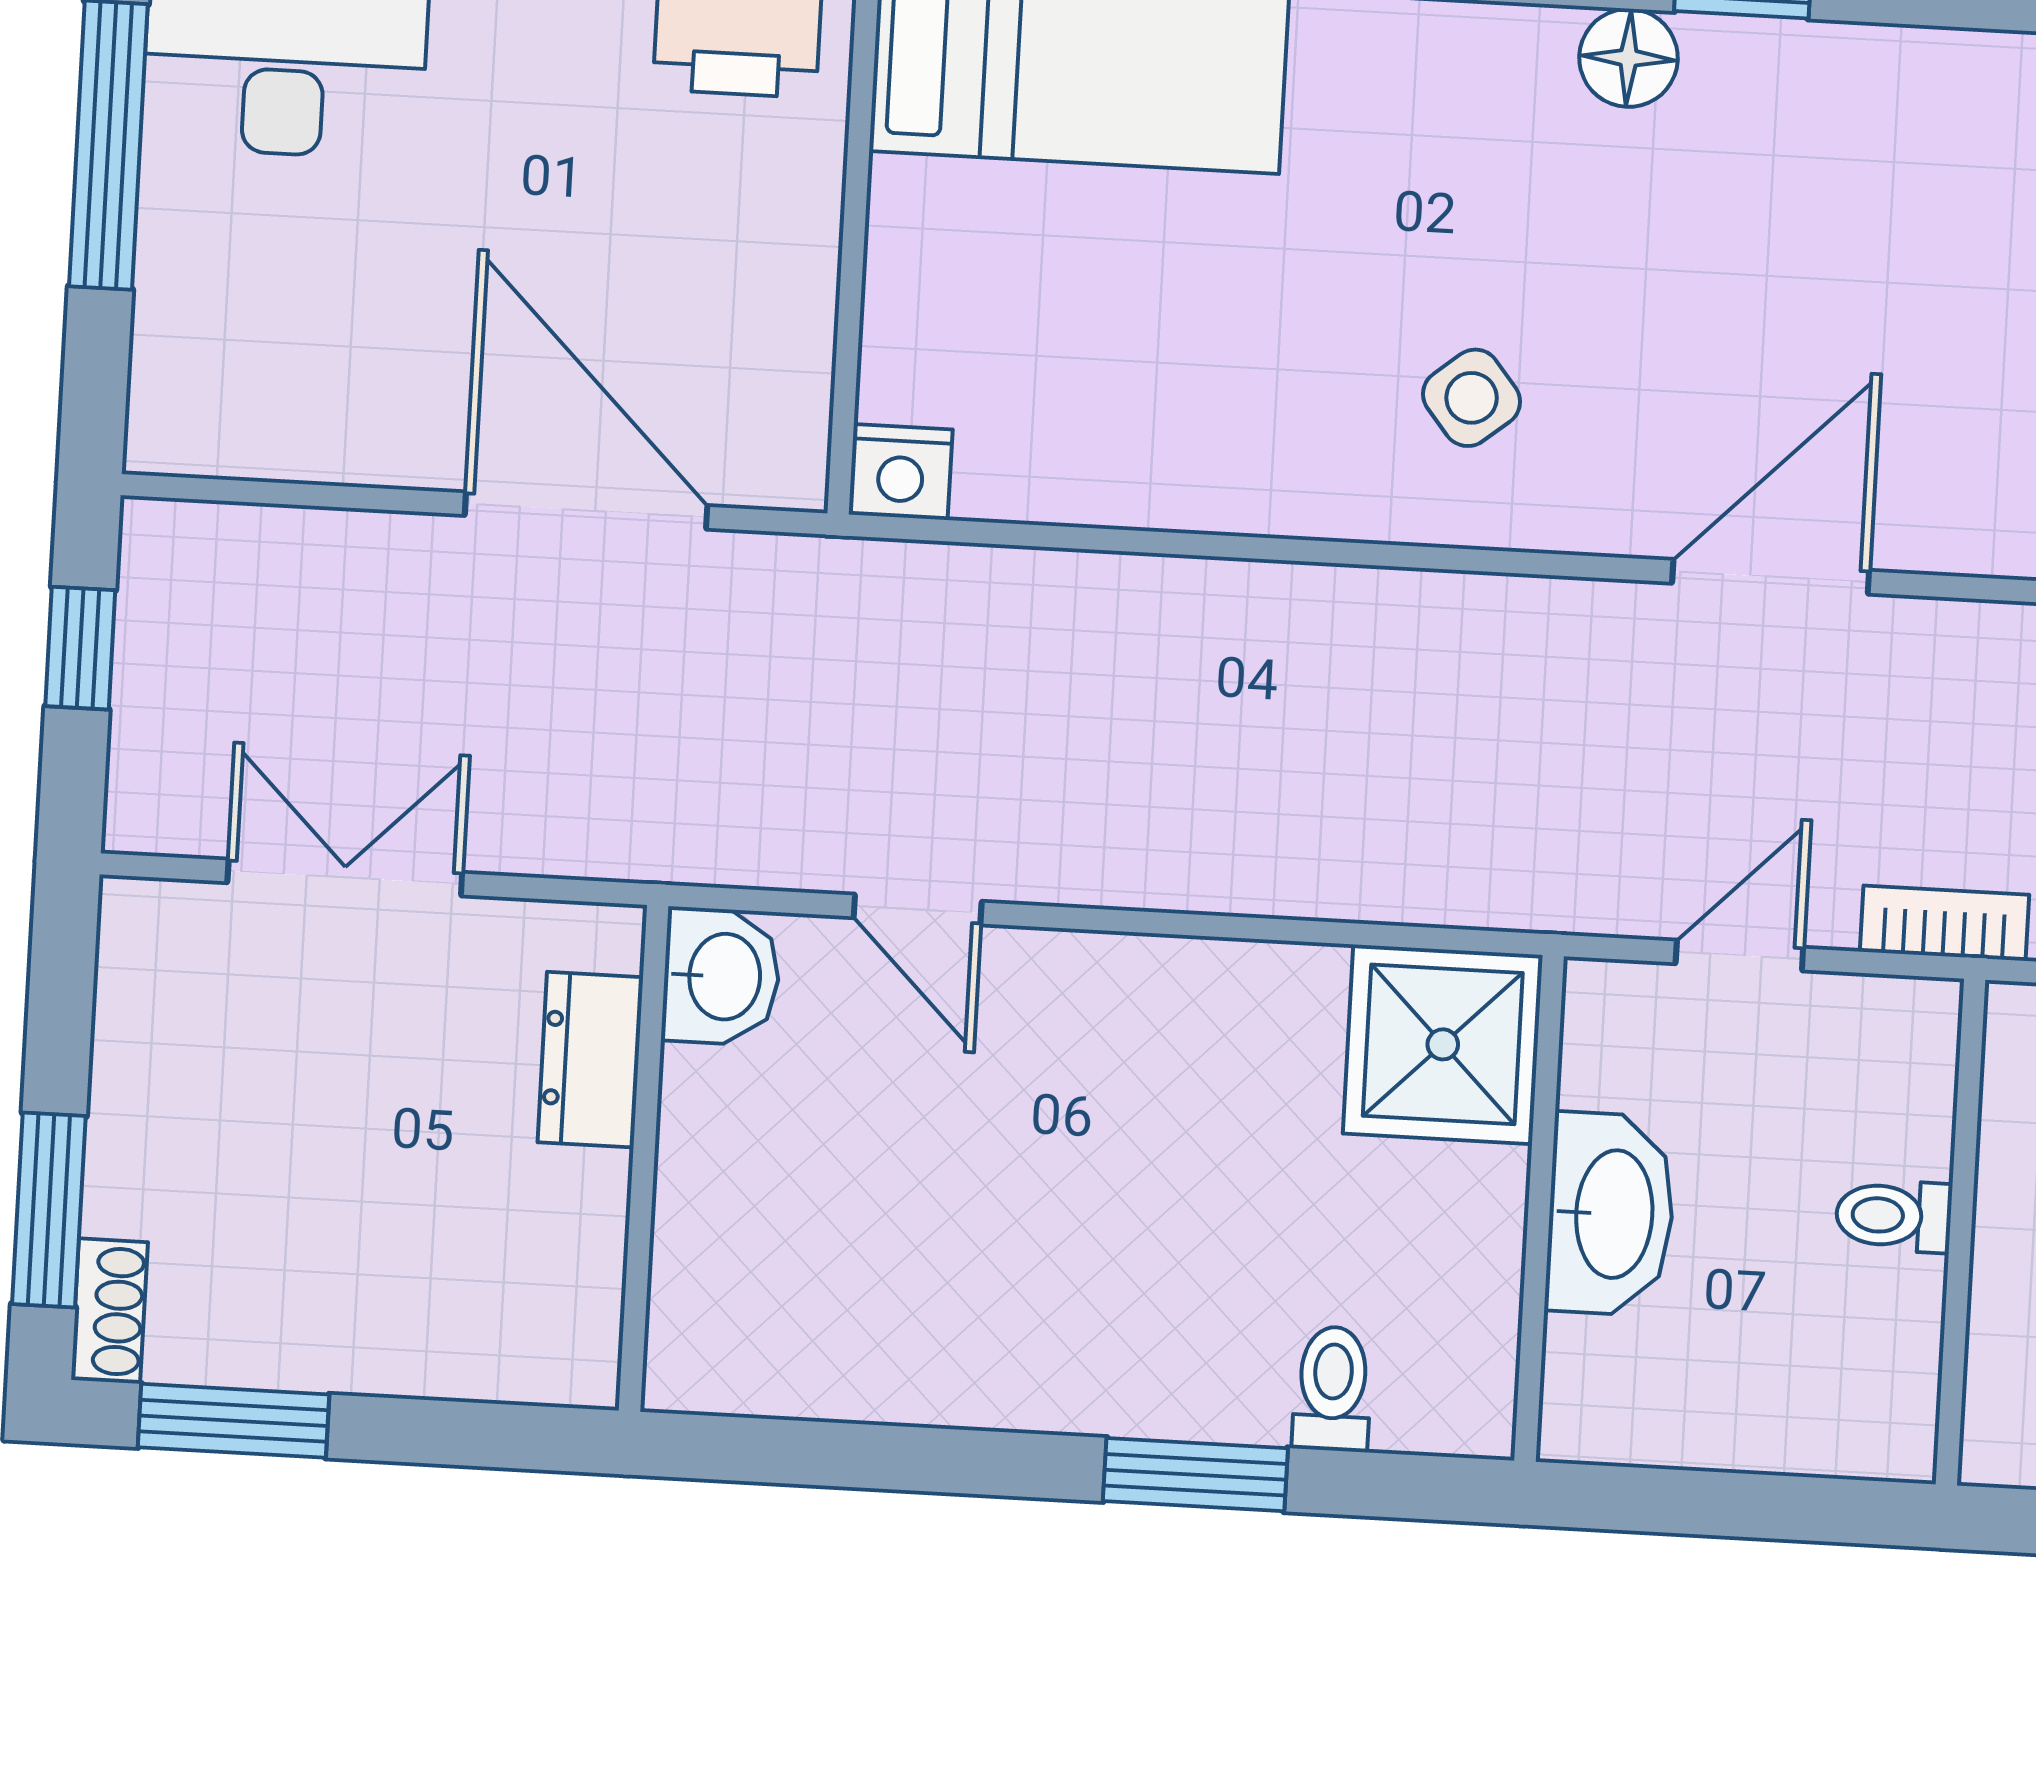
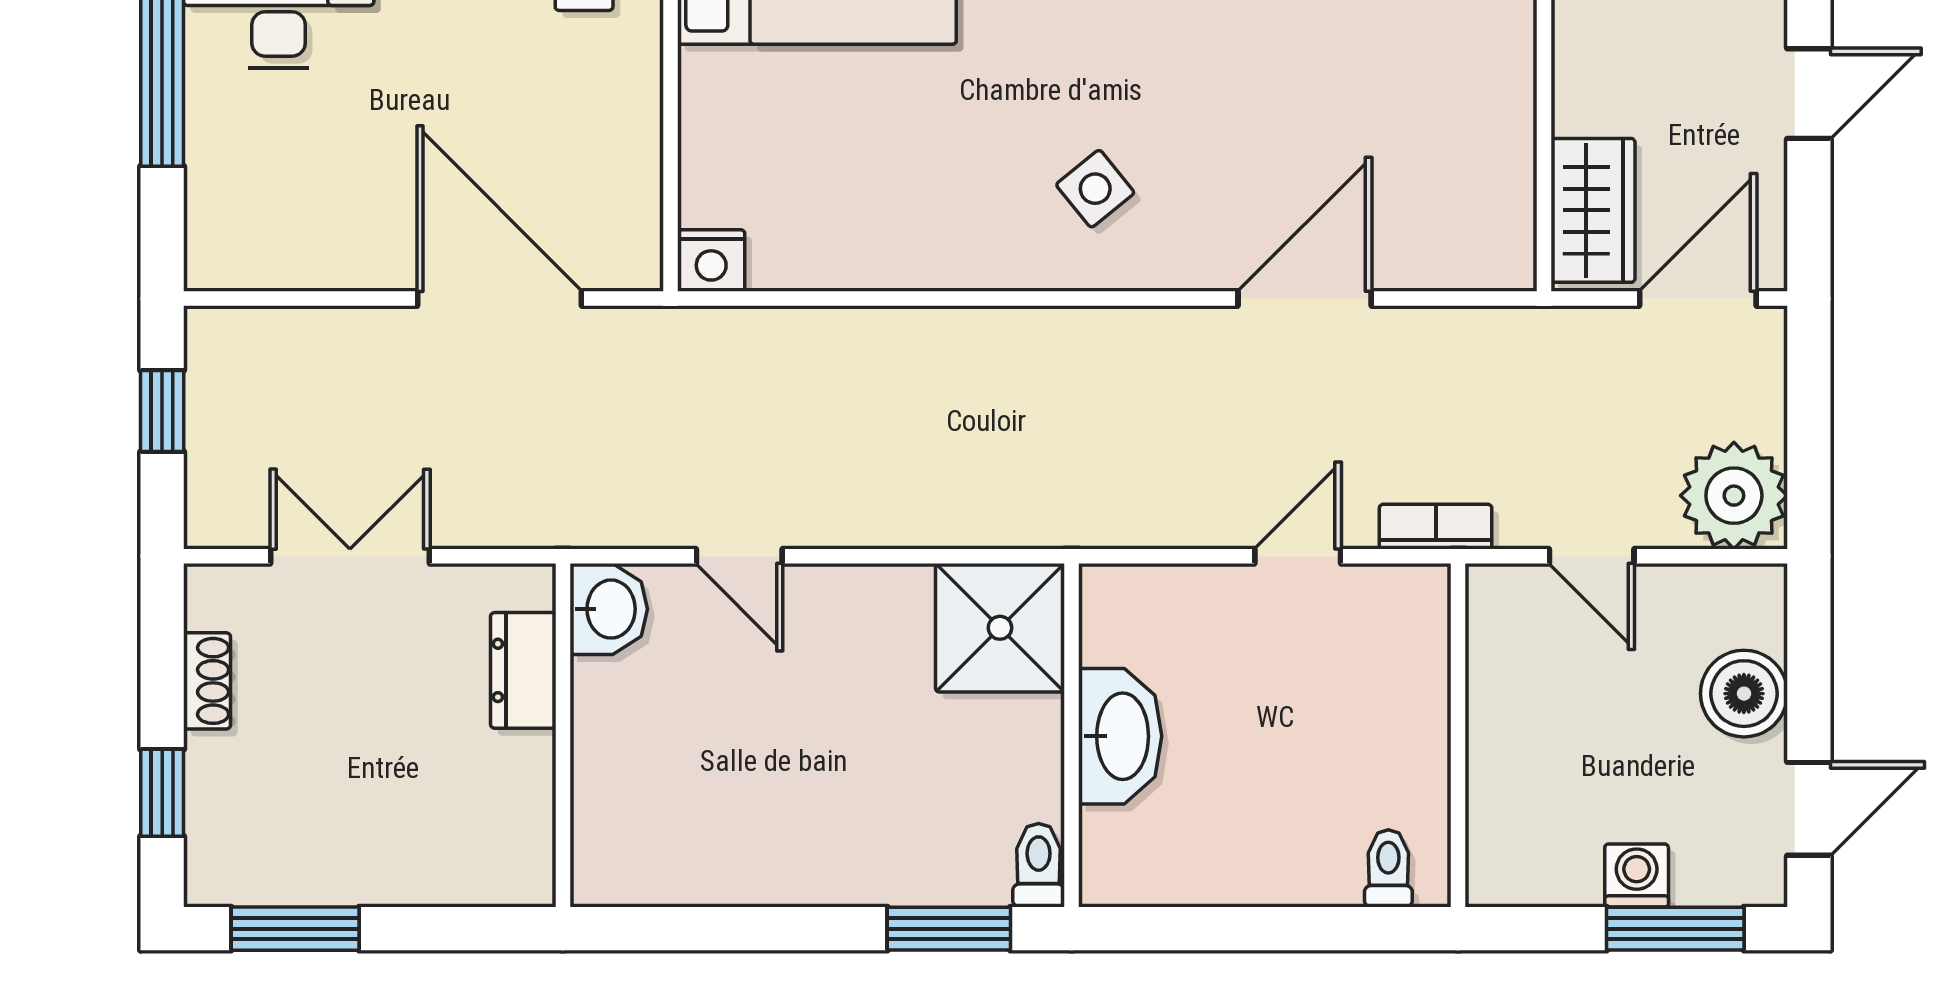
shower: (1443, 1044) -> (1000, 628), moved
wall: (1539, 1208) -> (1071, 735), moved
window: (49, 1210) -> (162, 793), width x0.67
washbasin: (1611, 1214) -> (1120, 736), moved
toilet: (1894, 1216) -> (1388, 868), moved, turned 90
shoe rack: (109, 1311) -> (207, 681), moved

